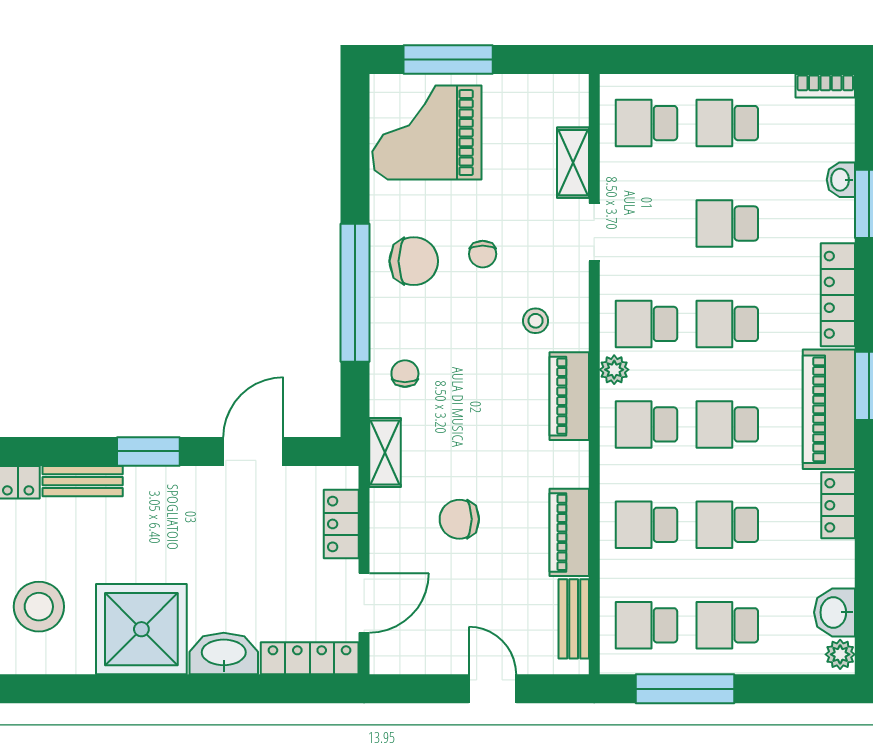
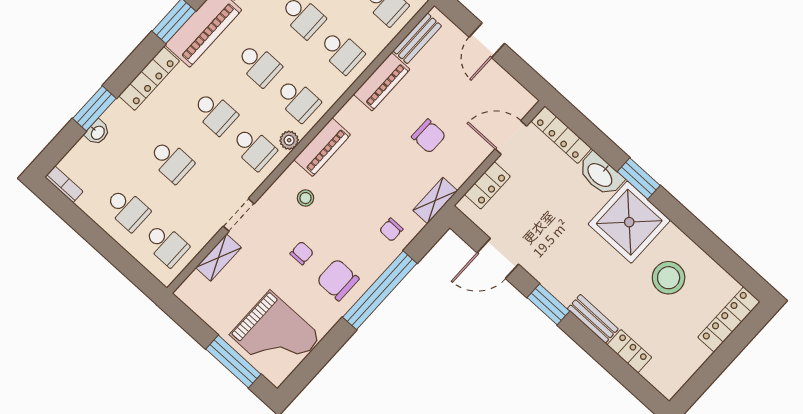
window: (176, 689) -> (639, 179), added

